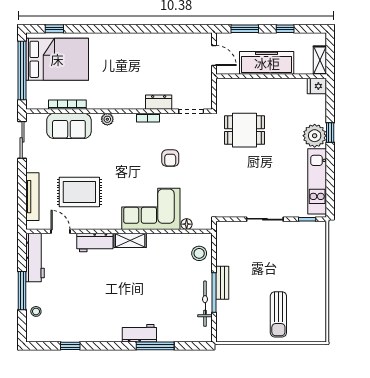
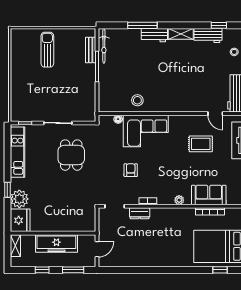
door: (214, 56) -> (97, 249), swing flipped
fridge: (317, 86) -> (20, 220), width x1.88, depth x1.34
dining table: (245, 130) -> (71, 155), moved, turned 90
plant: (315, 136) -> (19, 199), moved
rug: (79, 192) -> (201, 144), width x0.73, depth x0.70
shelving: (130, 240) -> (181, 34), moved
workbench: (95, 243) -> (208, 35), moved, turned 180
stool: (199, 253) -> (137, 100), moved
bench: (222, 283) -> (91, 50), moved
bicycle: (205, 304) -> (104, 46), moved
window: (70, 346) -> (219, 25), moved

